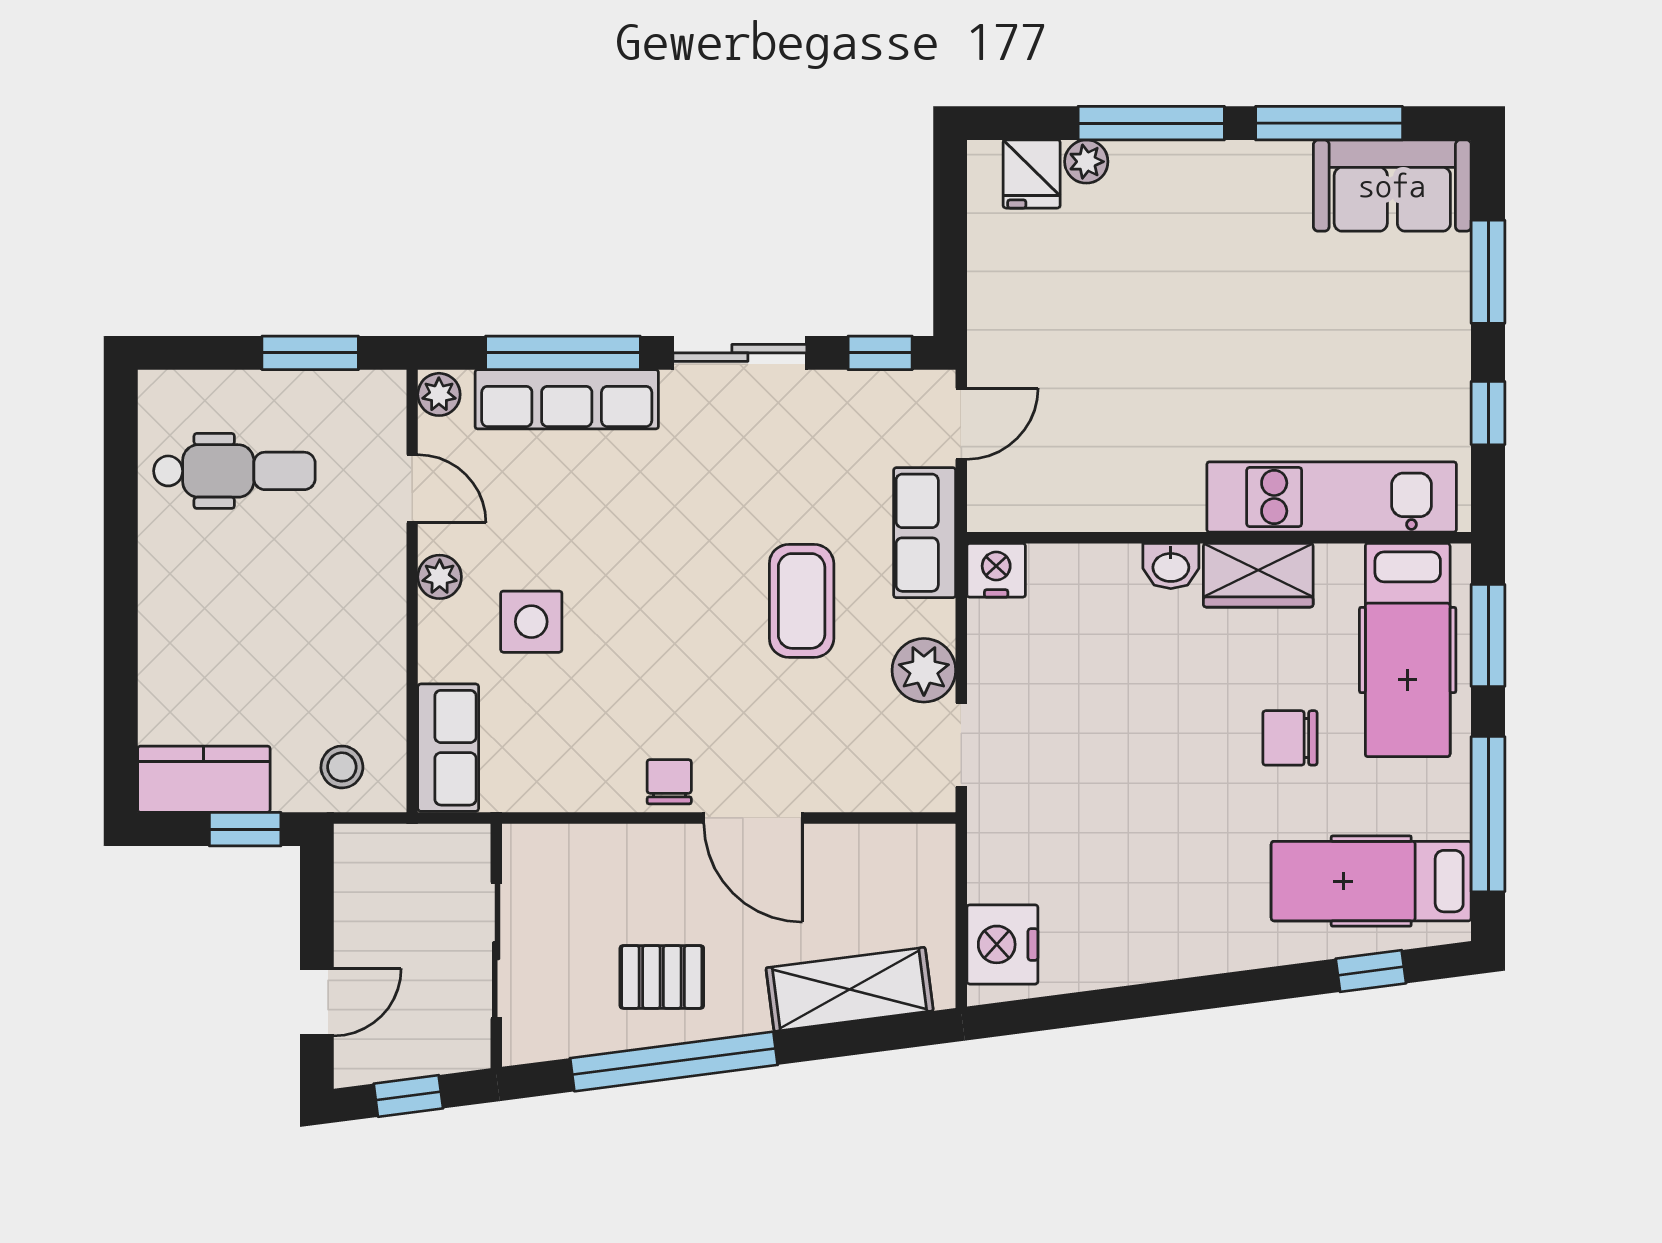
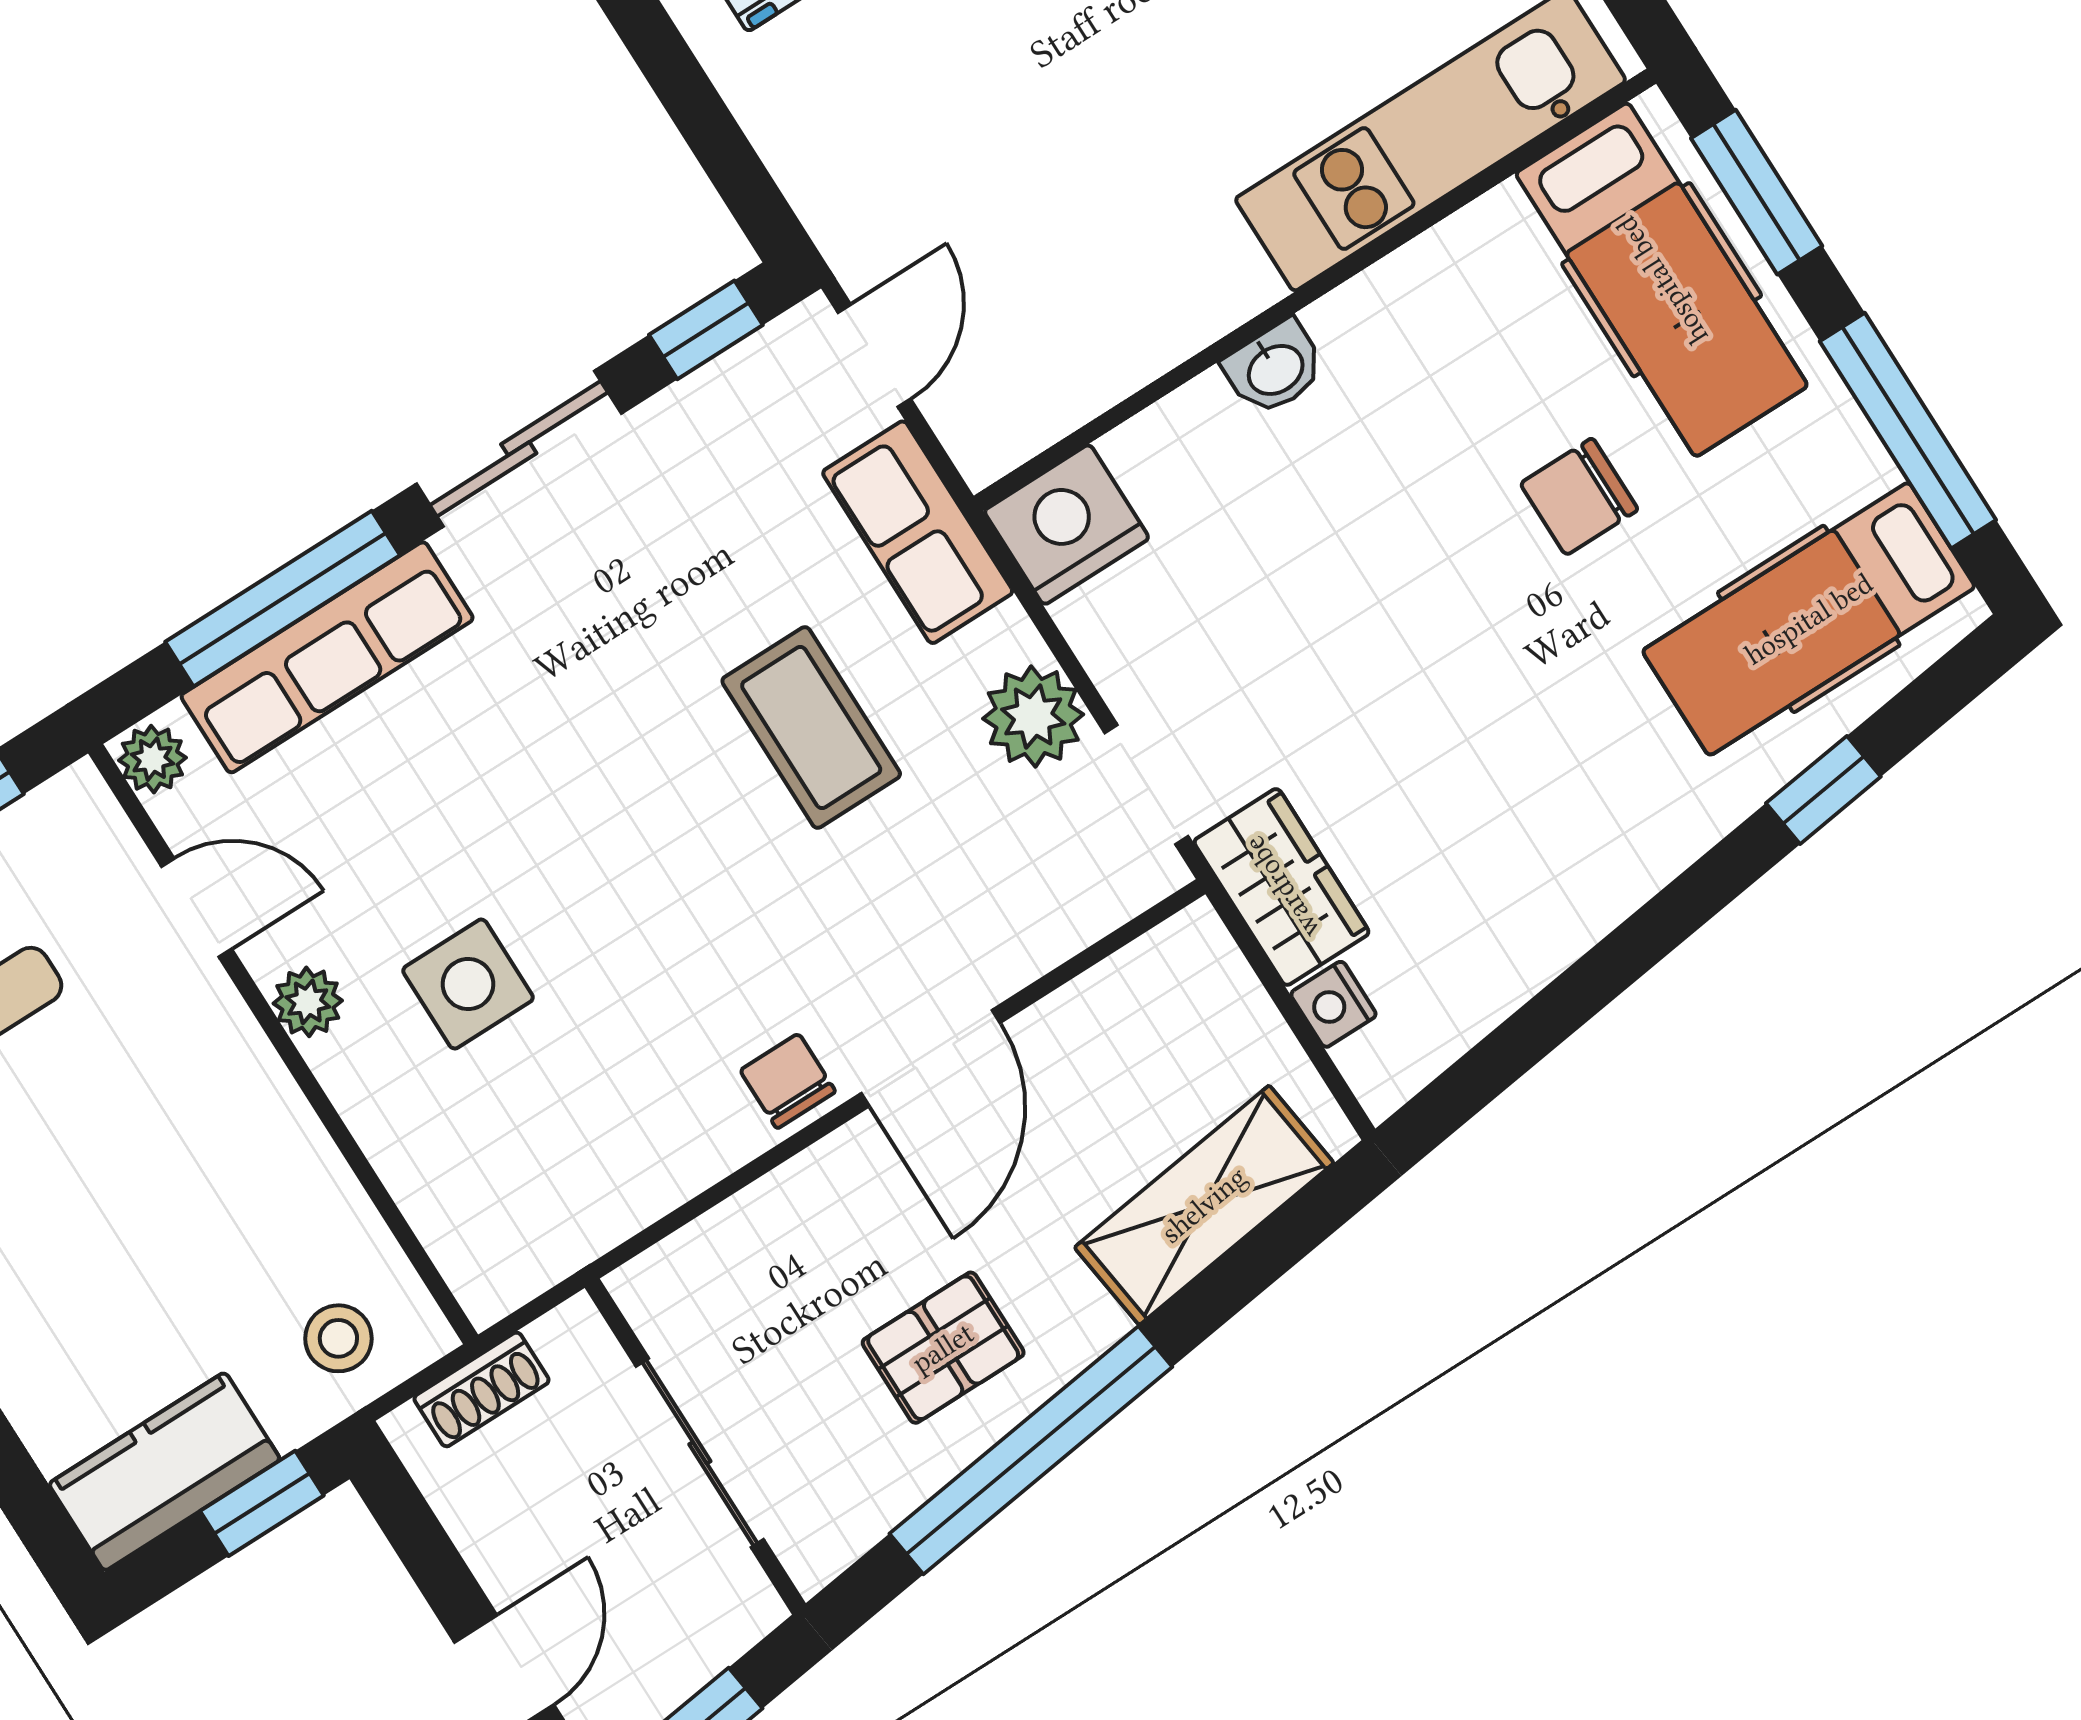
nightstand: (996, 570) -> (1067, 525), width x1.36, depth x1.33
wardrobe: (1258, 575) -> (1282, 887), moved, turned -90
row of seats: (448, 748) -> (464, 1223), removed
door: (753, 818) -> (931, 1058), hinge flipped
shoe rack: (401, 843) -> (482, 1389), added
nightstand: (1002, 944) -> (1333, 1004), width x0.53, depth x0.56
window: (1371, 971) -> (1823, 790), moved

